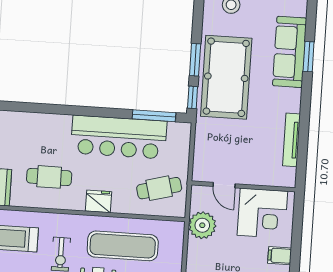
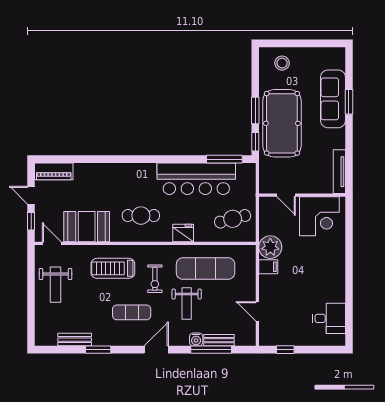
door: (224, 185) -> (286, 195), moved
wall: (243, 186) -> (302, 195), moved
corner desk: (262, 213) -> (319, 216), moved
filing cabinet: (280, 256) -> (268, 267), moved, turned 180

